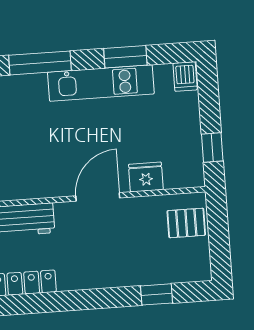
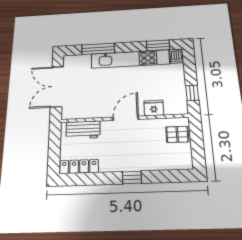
window: (125, 57) -> (158, 45), moved
kitchen unit: (101, 83) -> (130, 59), width x1.36
window: (157, 294) -> (132, 177), moved

